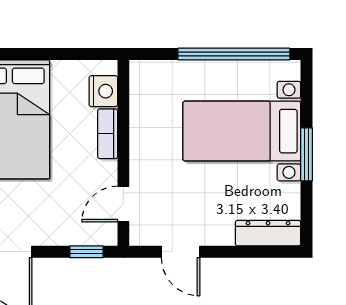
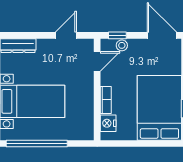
stool: (78, 233) -> (122, 45), added
door: (181, 252) -> (66, 35), hinge flipped

